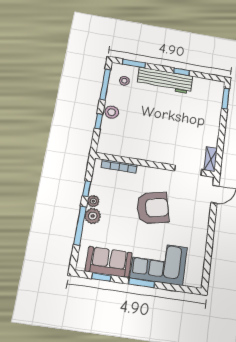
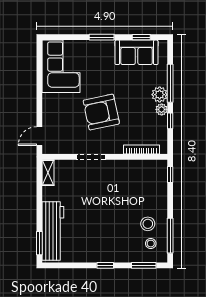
window: (182, 72) -> (105, 265), moved
workbench: (165, 81) -> (53, 231), moved, turned 90
stool: (112, 112) -> (148, 224), moved
window: (99, 121) -> (170, 174), moved
doorway: (188, 170) -> (91, 157), moved
corner sofa: (159, 263) -> (61, 66), moved, turned -90

